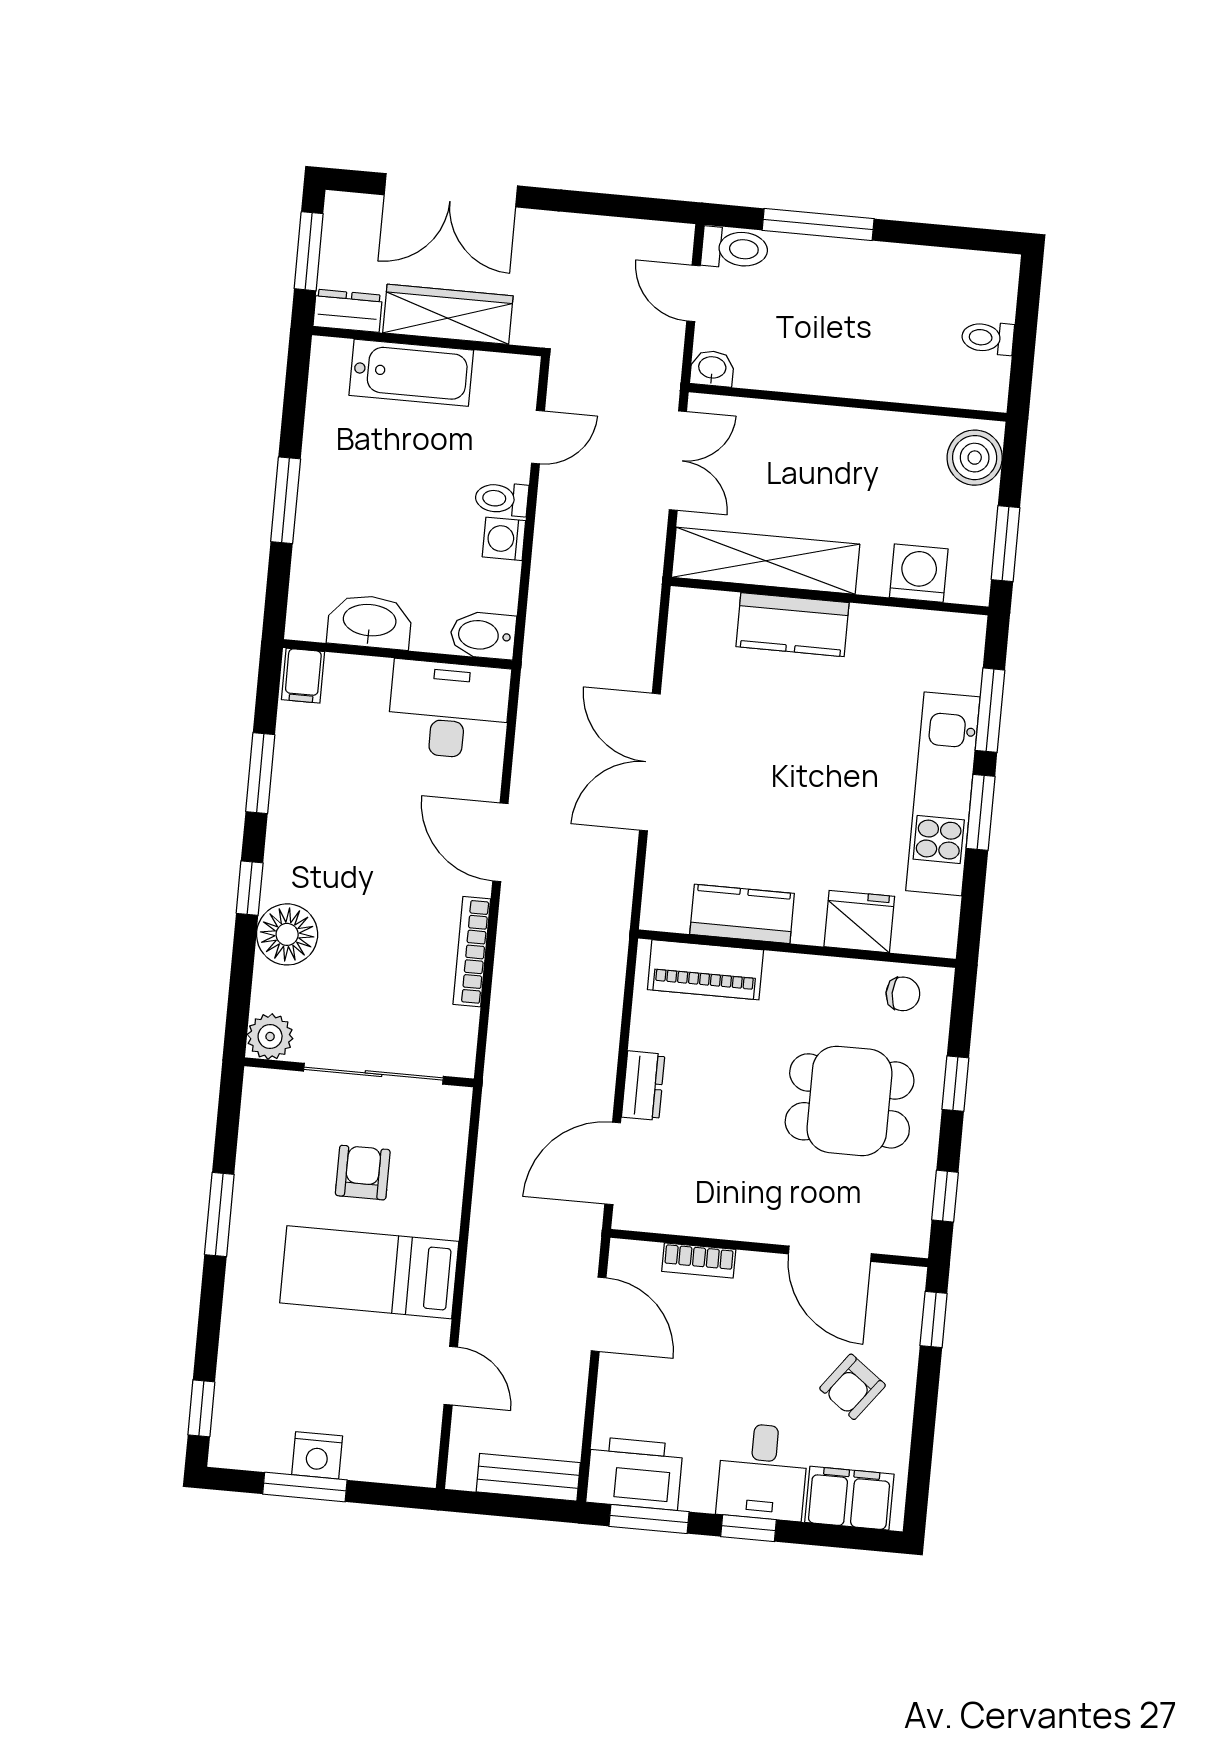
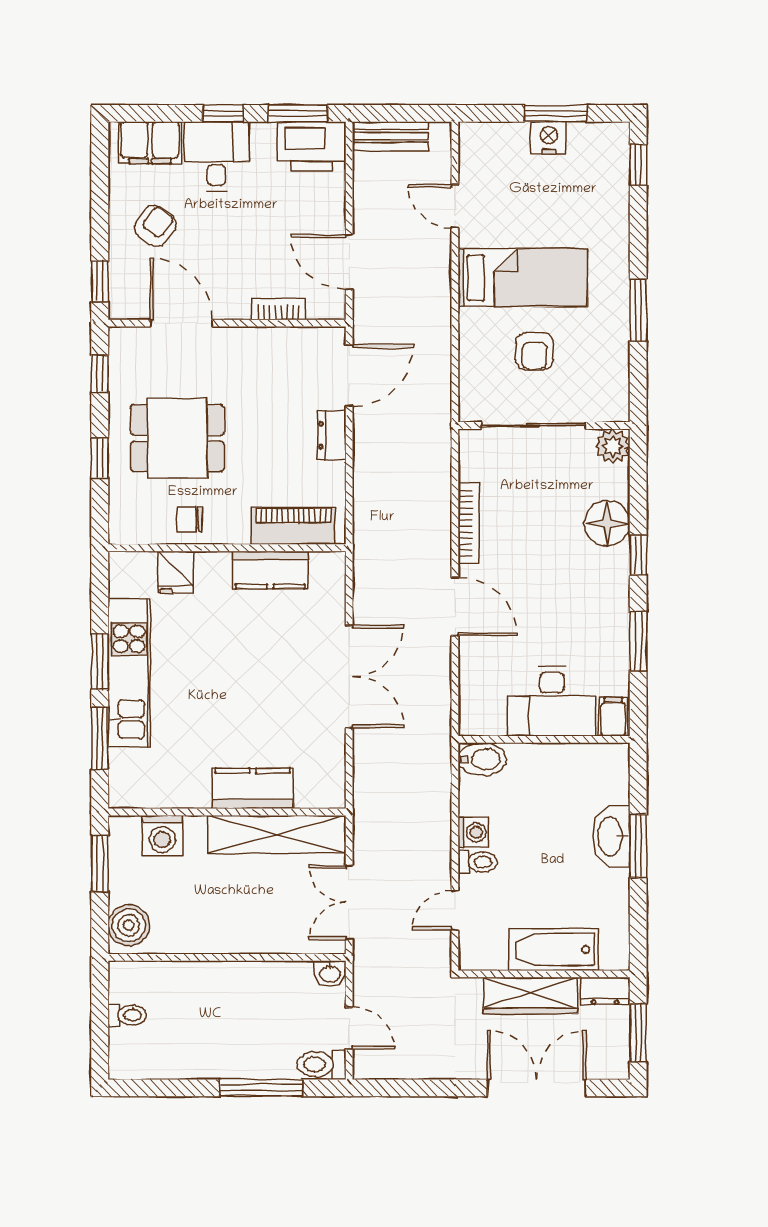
washbasin: (370, 622) -> (611, 836), moved, turned 90
desk: (449, 710) -> (552, 701), moved
fridge: (859, 922) -> (176, 572), width x0.72
chair: (903, 994) -> (190, 519), moved

